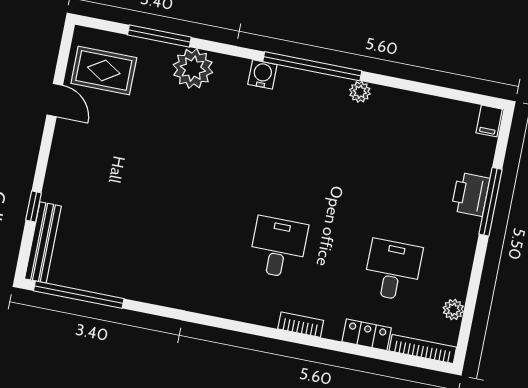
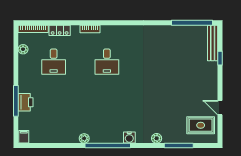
plant: (193, 69) -> (157, 138), width x0.53, depth x0.53

